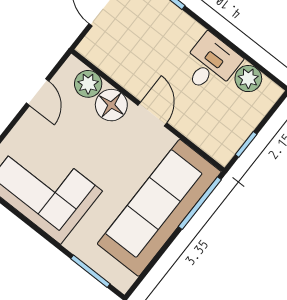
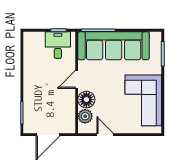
desk: (210, 64) -> (58, 45), moved, turned 90
plant: (248, 79) -> (30, 51), removed
door: (38, 92) -> (105, 135), hinge flipped

